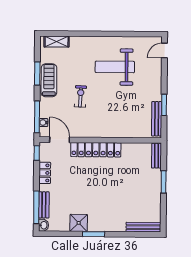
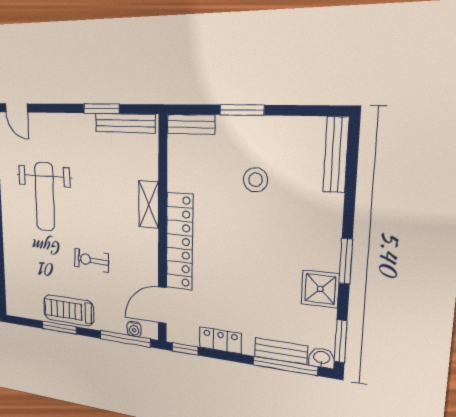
shelving: (57, 42) -> (149, 205), moved
stool: (130, 190) -> (255, 180), added
window: (54, 234) -> (341, 341), added

